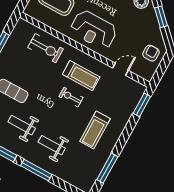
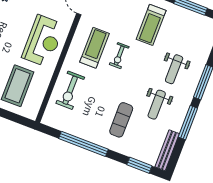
exercise bike: (46, 48) -> (70, 90), turned 180
treadmill: (95, 130) -> (151, 25), turned 90

